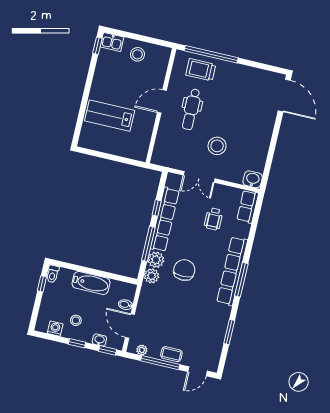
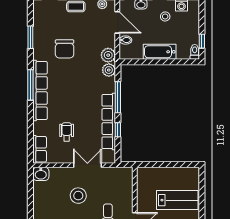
plant: (156, 260) -> (108, 55), moved
chair: (184, 270) -> (65, 49), moved

